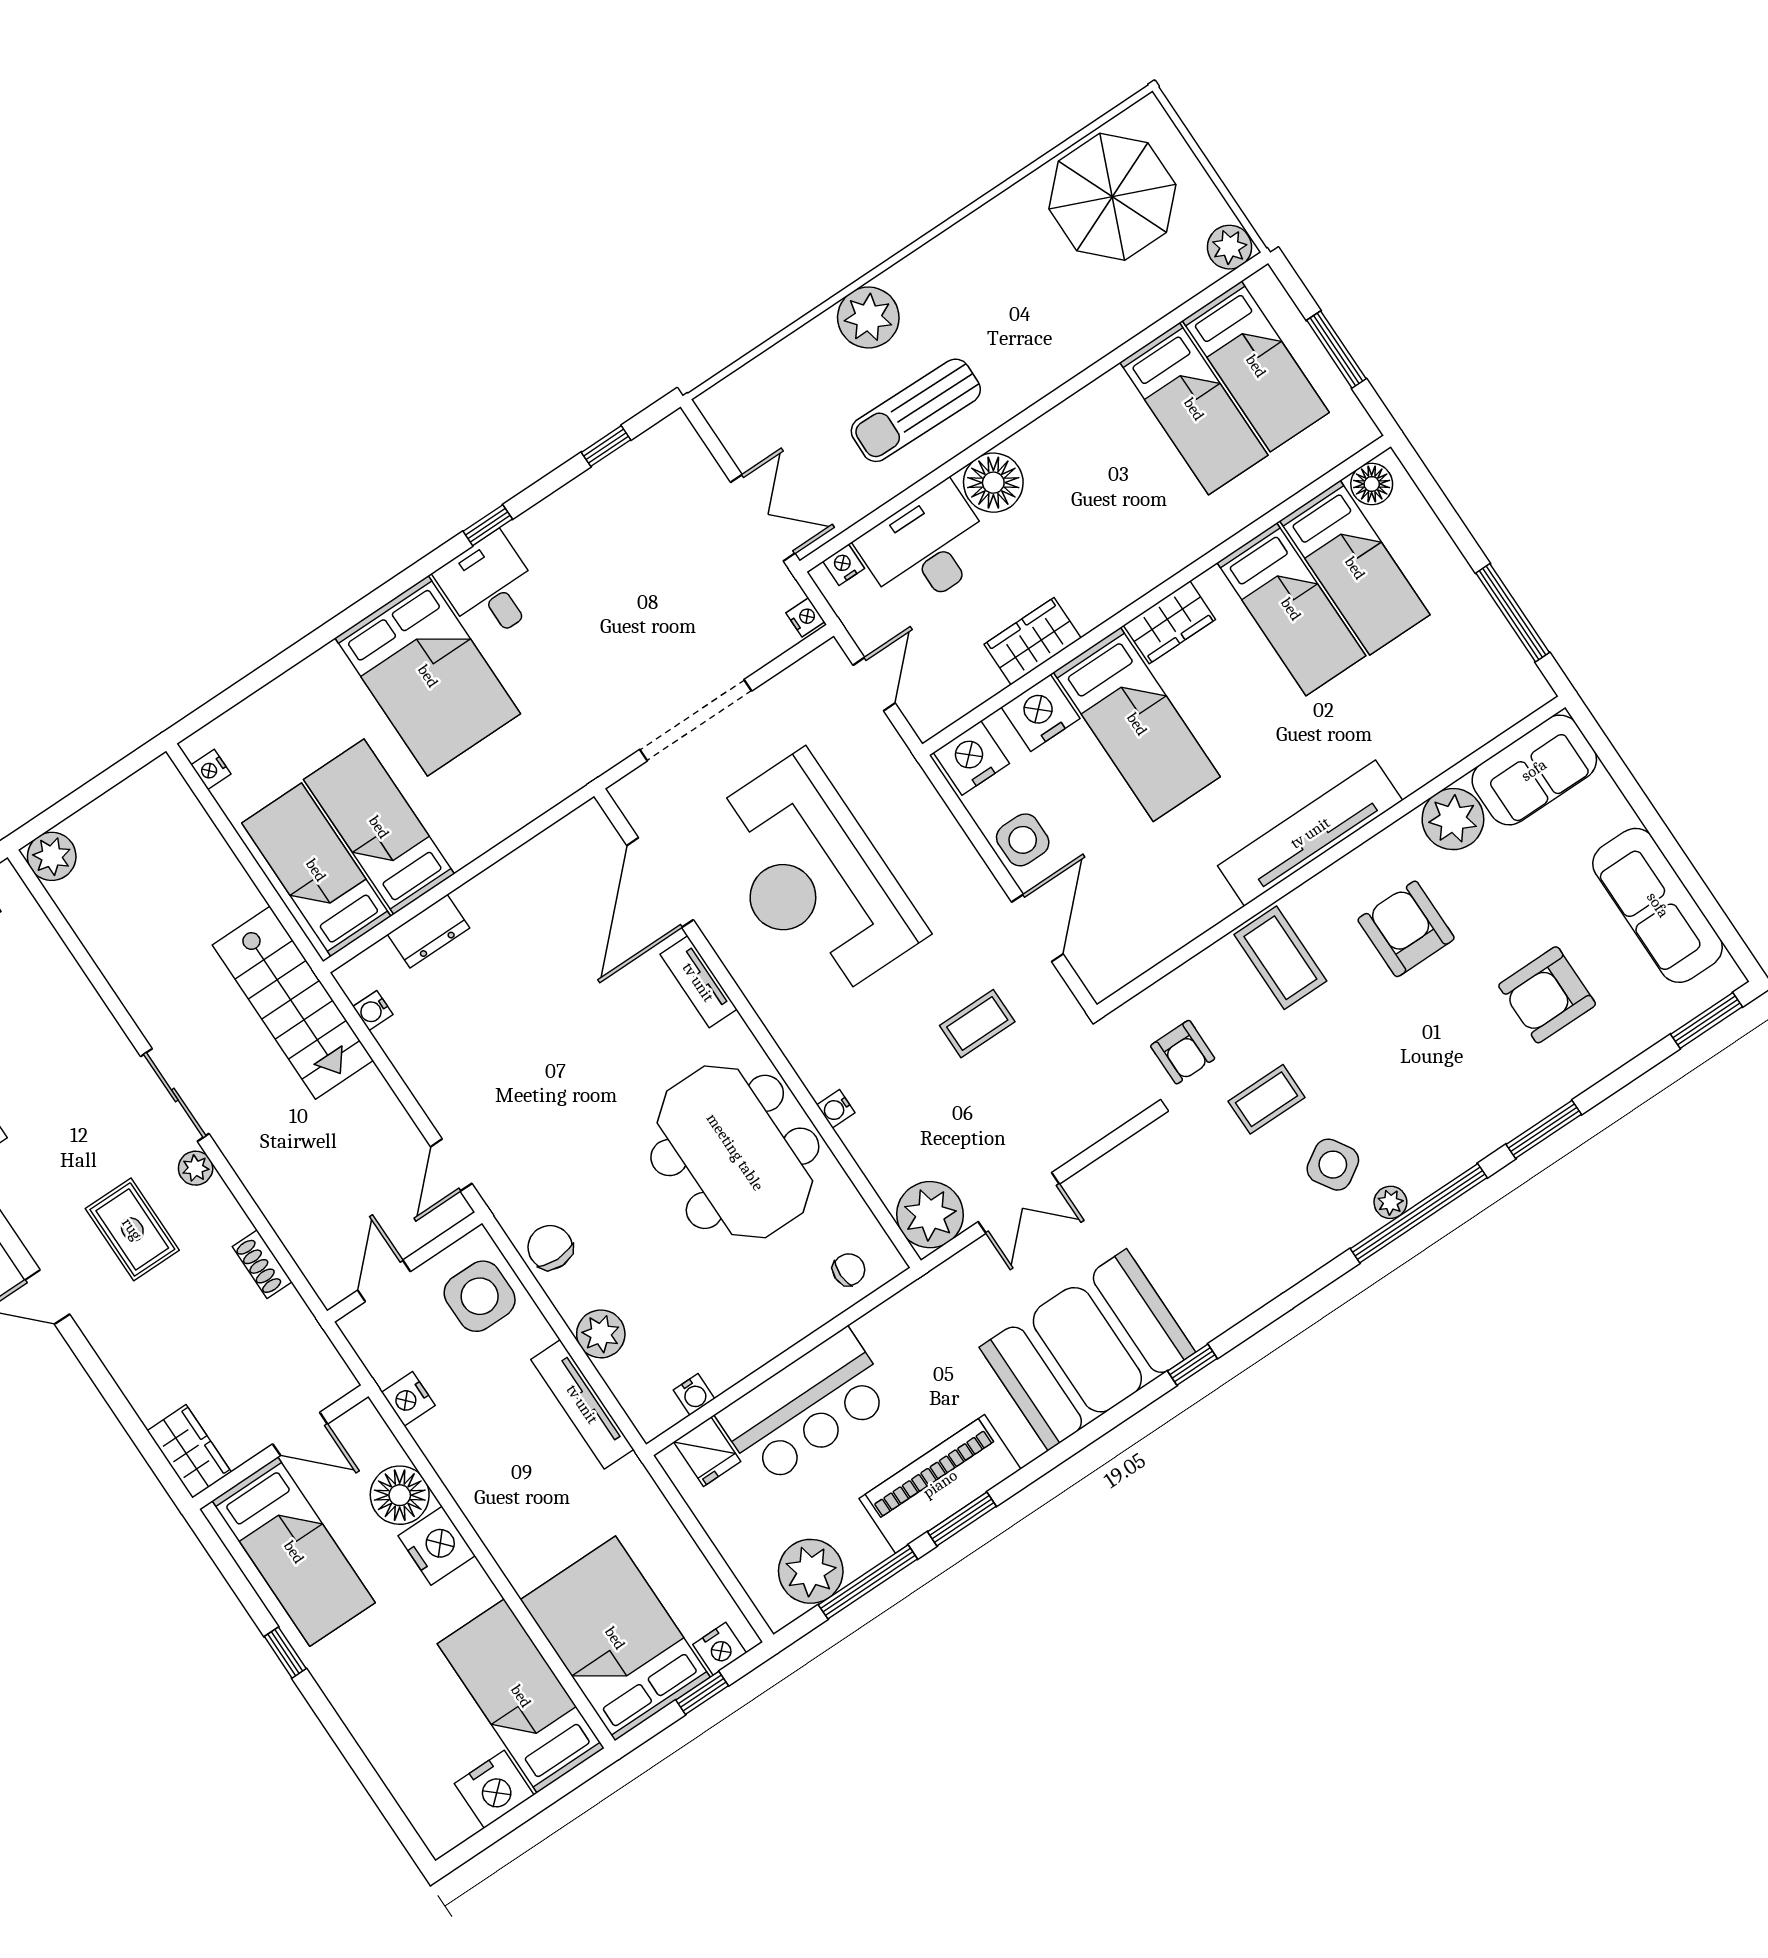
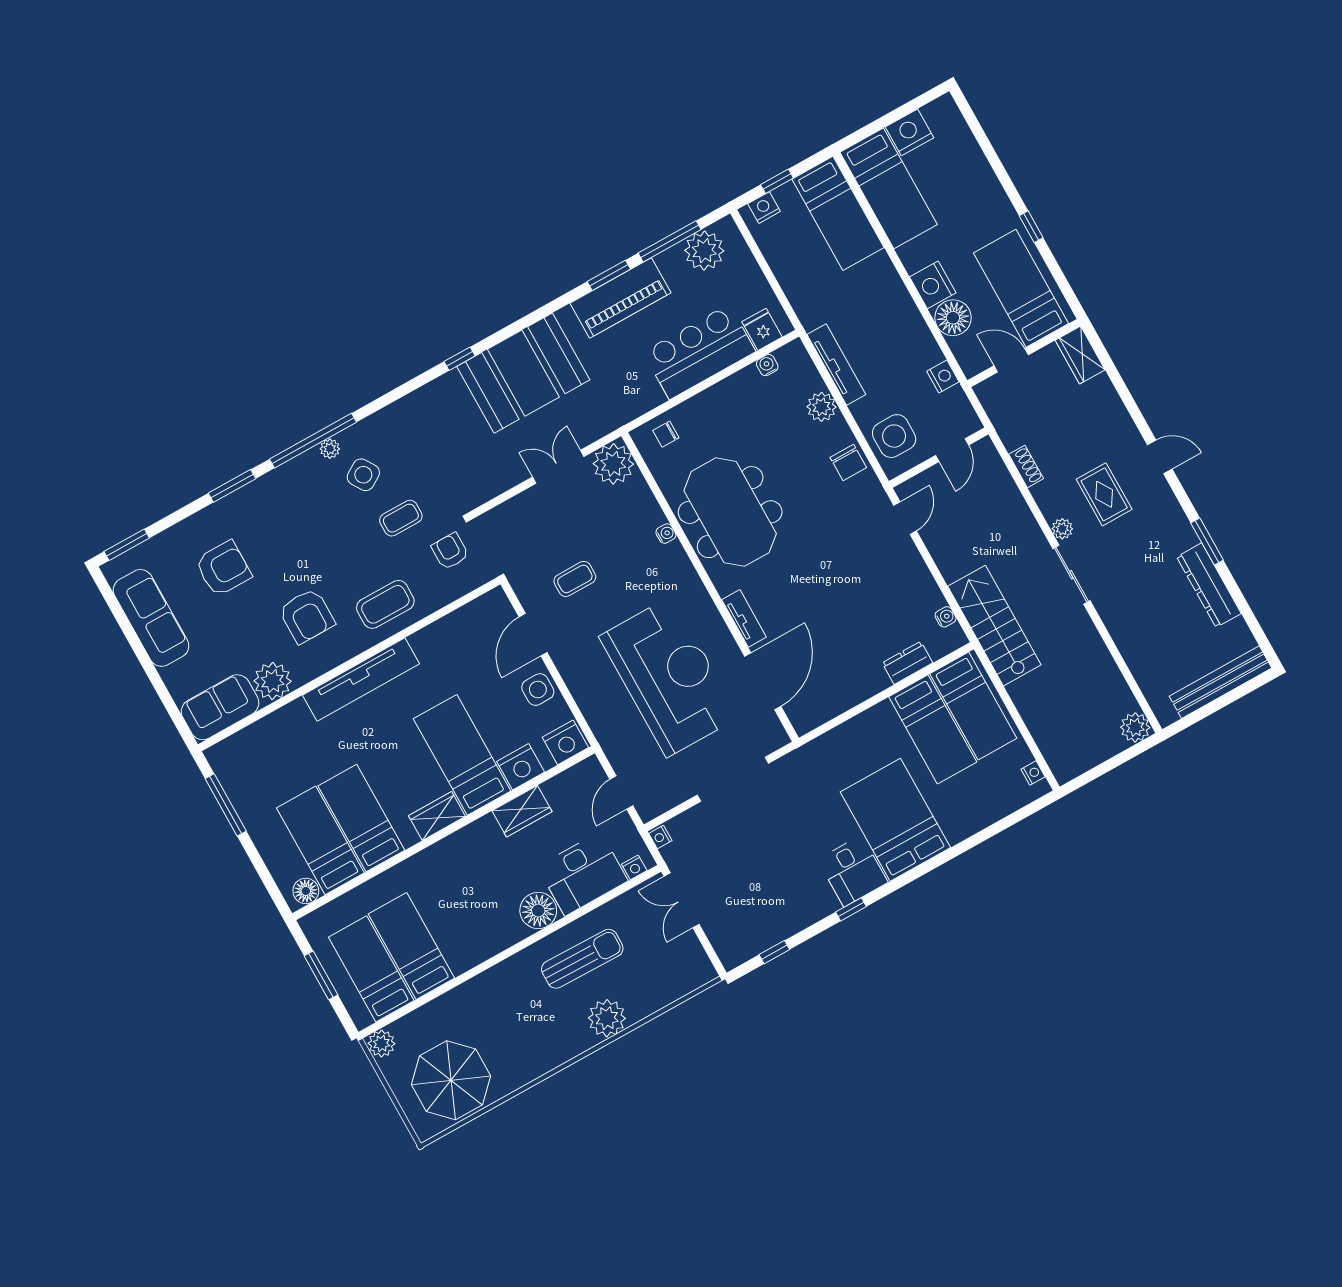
coffee table: (1280, 958) -> (385, 604), turned 90
bed: (615, 1638) -> (838, 213), width x0.67

